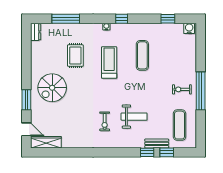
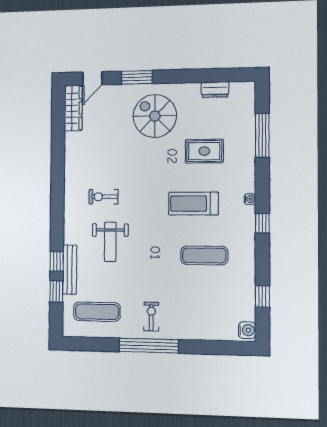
dresser: (36, 32) -> (215, 90), moved
treadmill: (109, 62) -> (193, 204), turned 180
bench: (157, 143) -> (70, 270), width x1.36

